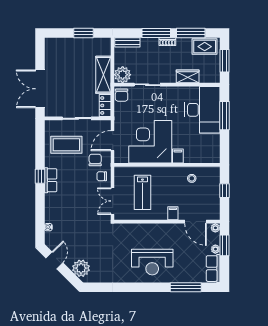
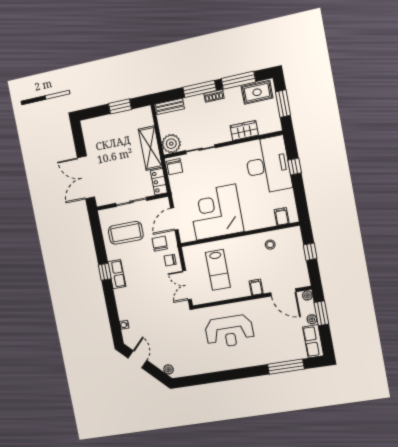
window: (225, 116) -> (295, 167), width x0.46
filing cabinet: (178, 156) -> (282, 216), moved
reception desk: (152, 262) -> (229, 331), moved
plant: (81, 268) -> (168, 369), width x0.53, depth x0.53

